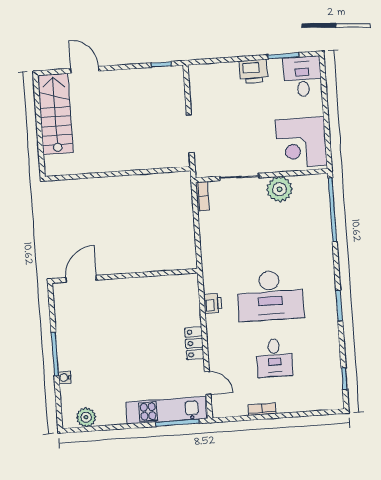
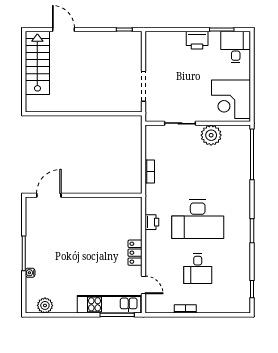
bookcase: (202, 196) -> (150, 171), moved

